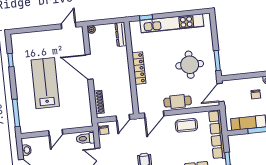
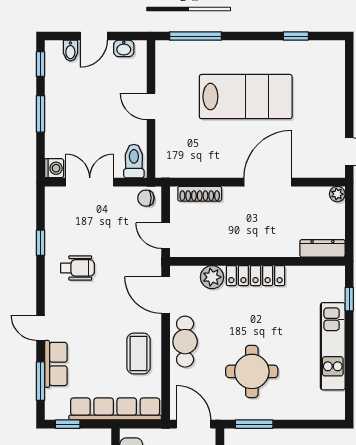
kitchen unit: (172, 23) -> (333, 346), width x0.73
plant: (142, 91) -> (212, 277), added

